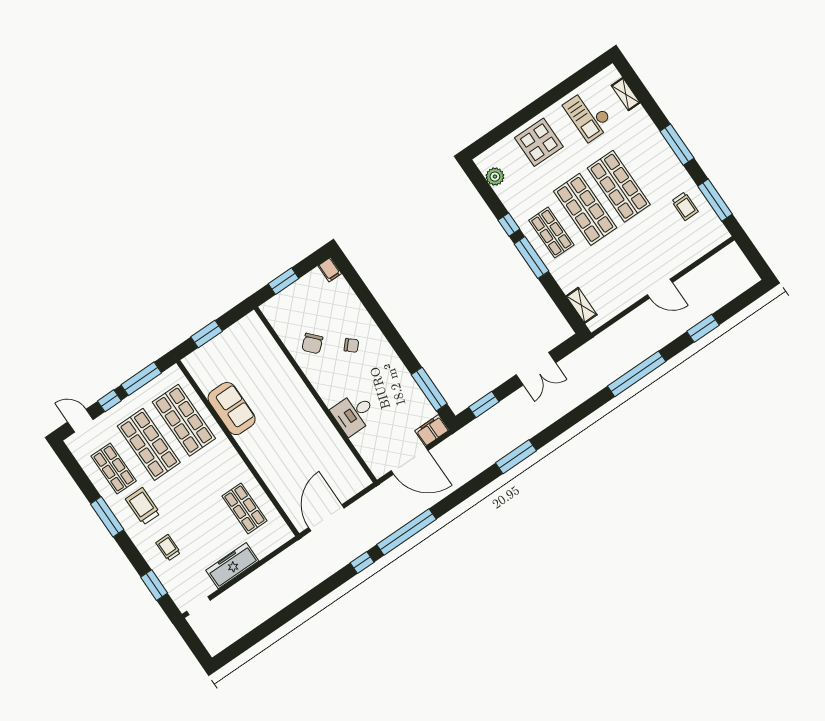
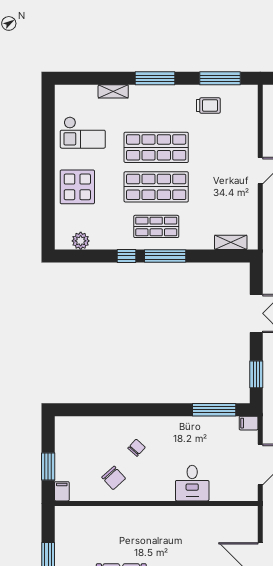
shelving: (626, 94) -> (113, 91), moved
filing cabinet: (330, 270) -> (62, 491), moved, turned -90
filing cabinet: (432, 430) -> (249, 423), width x0.50

